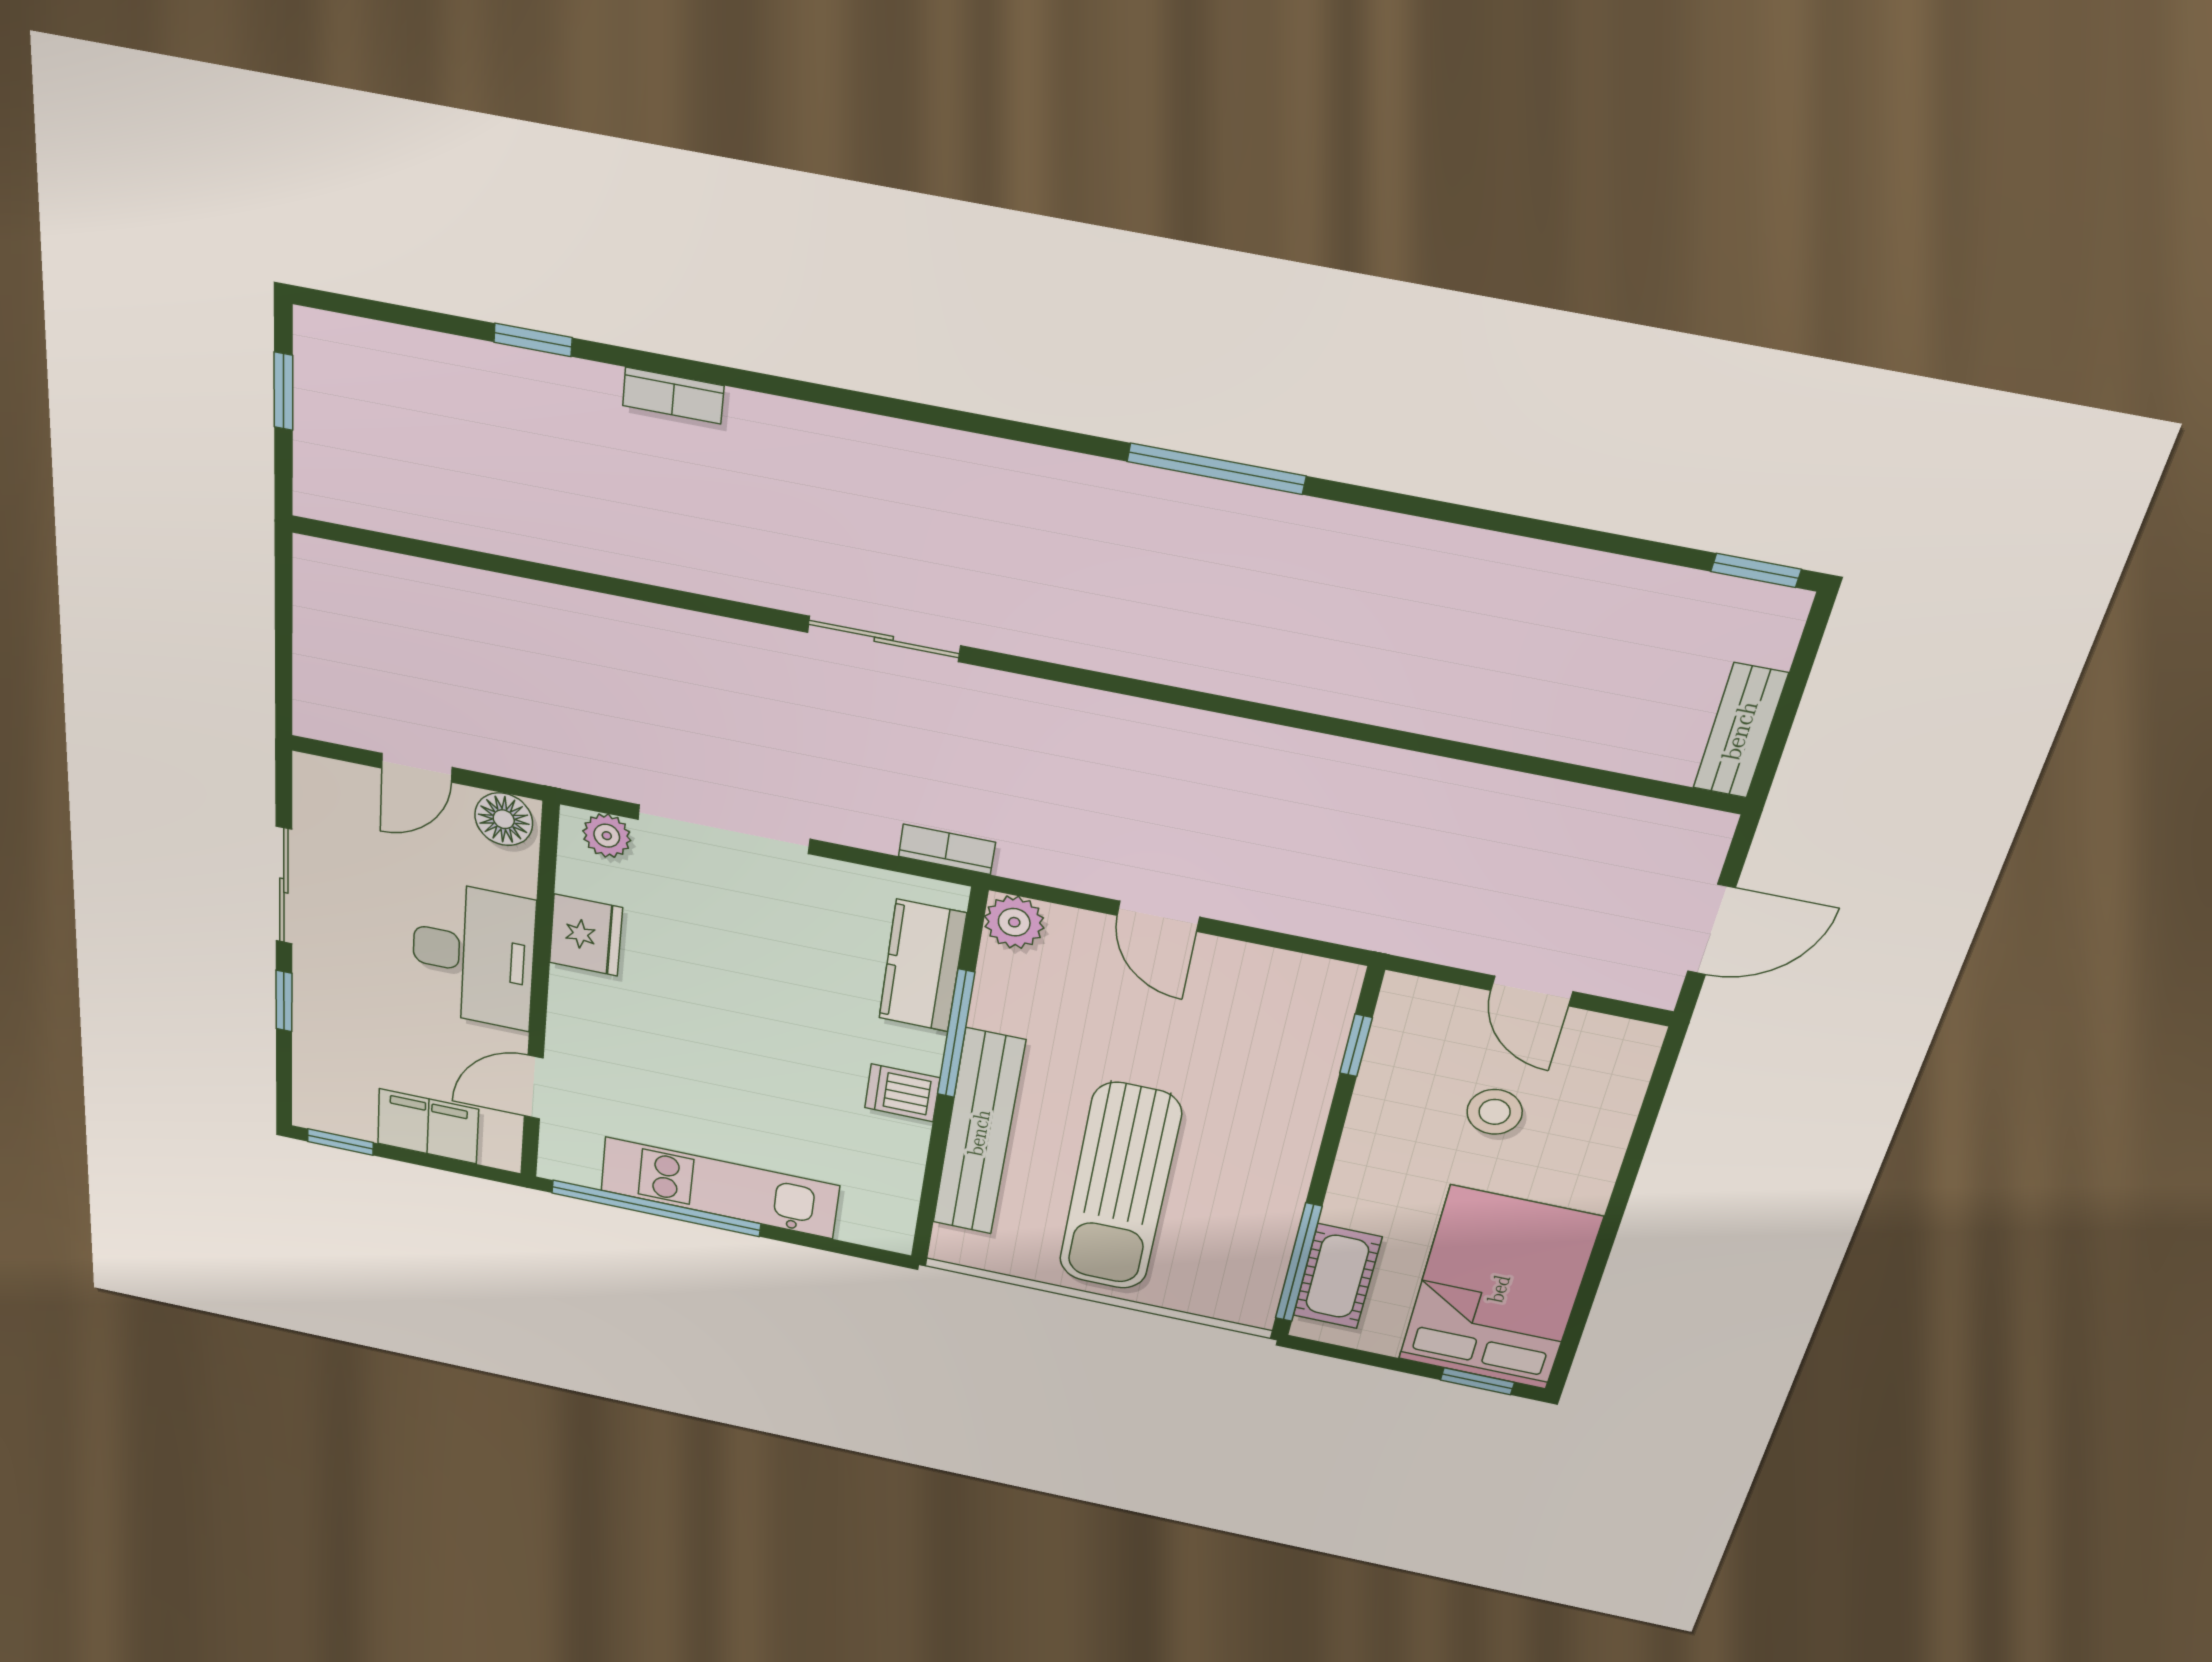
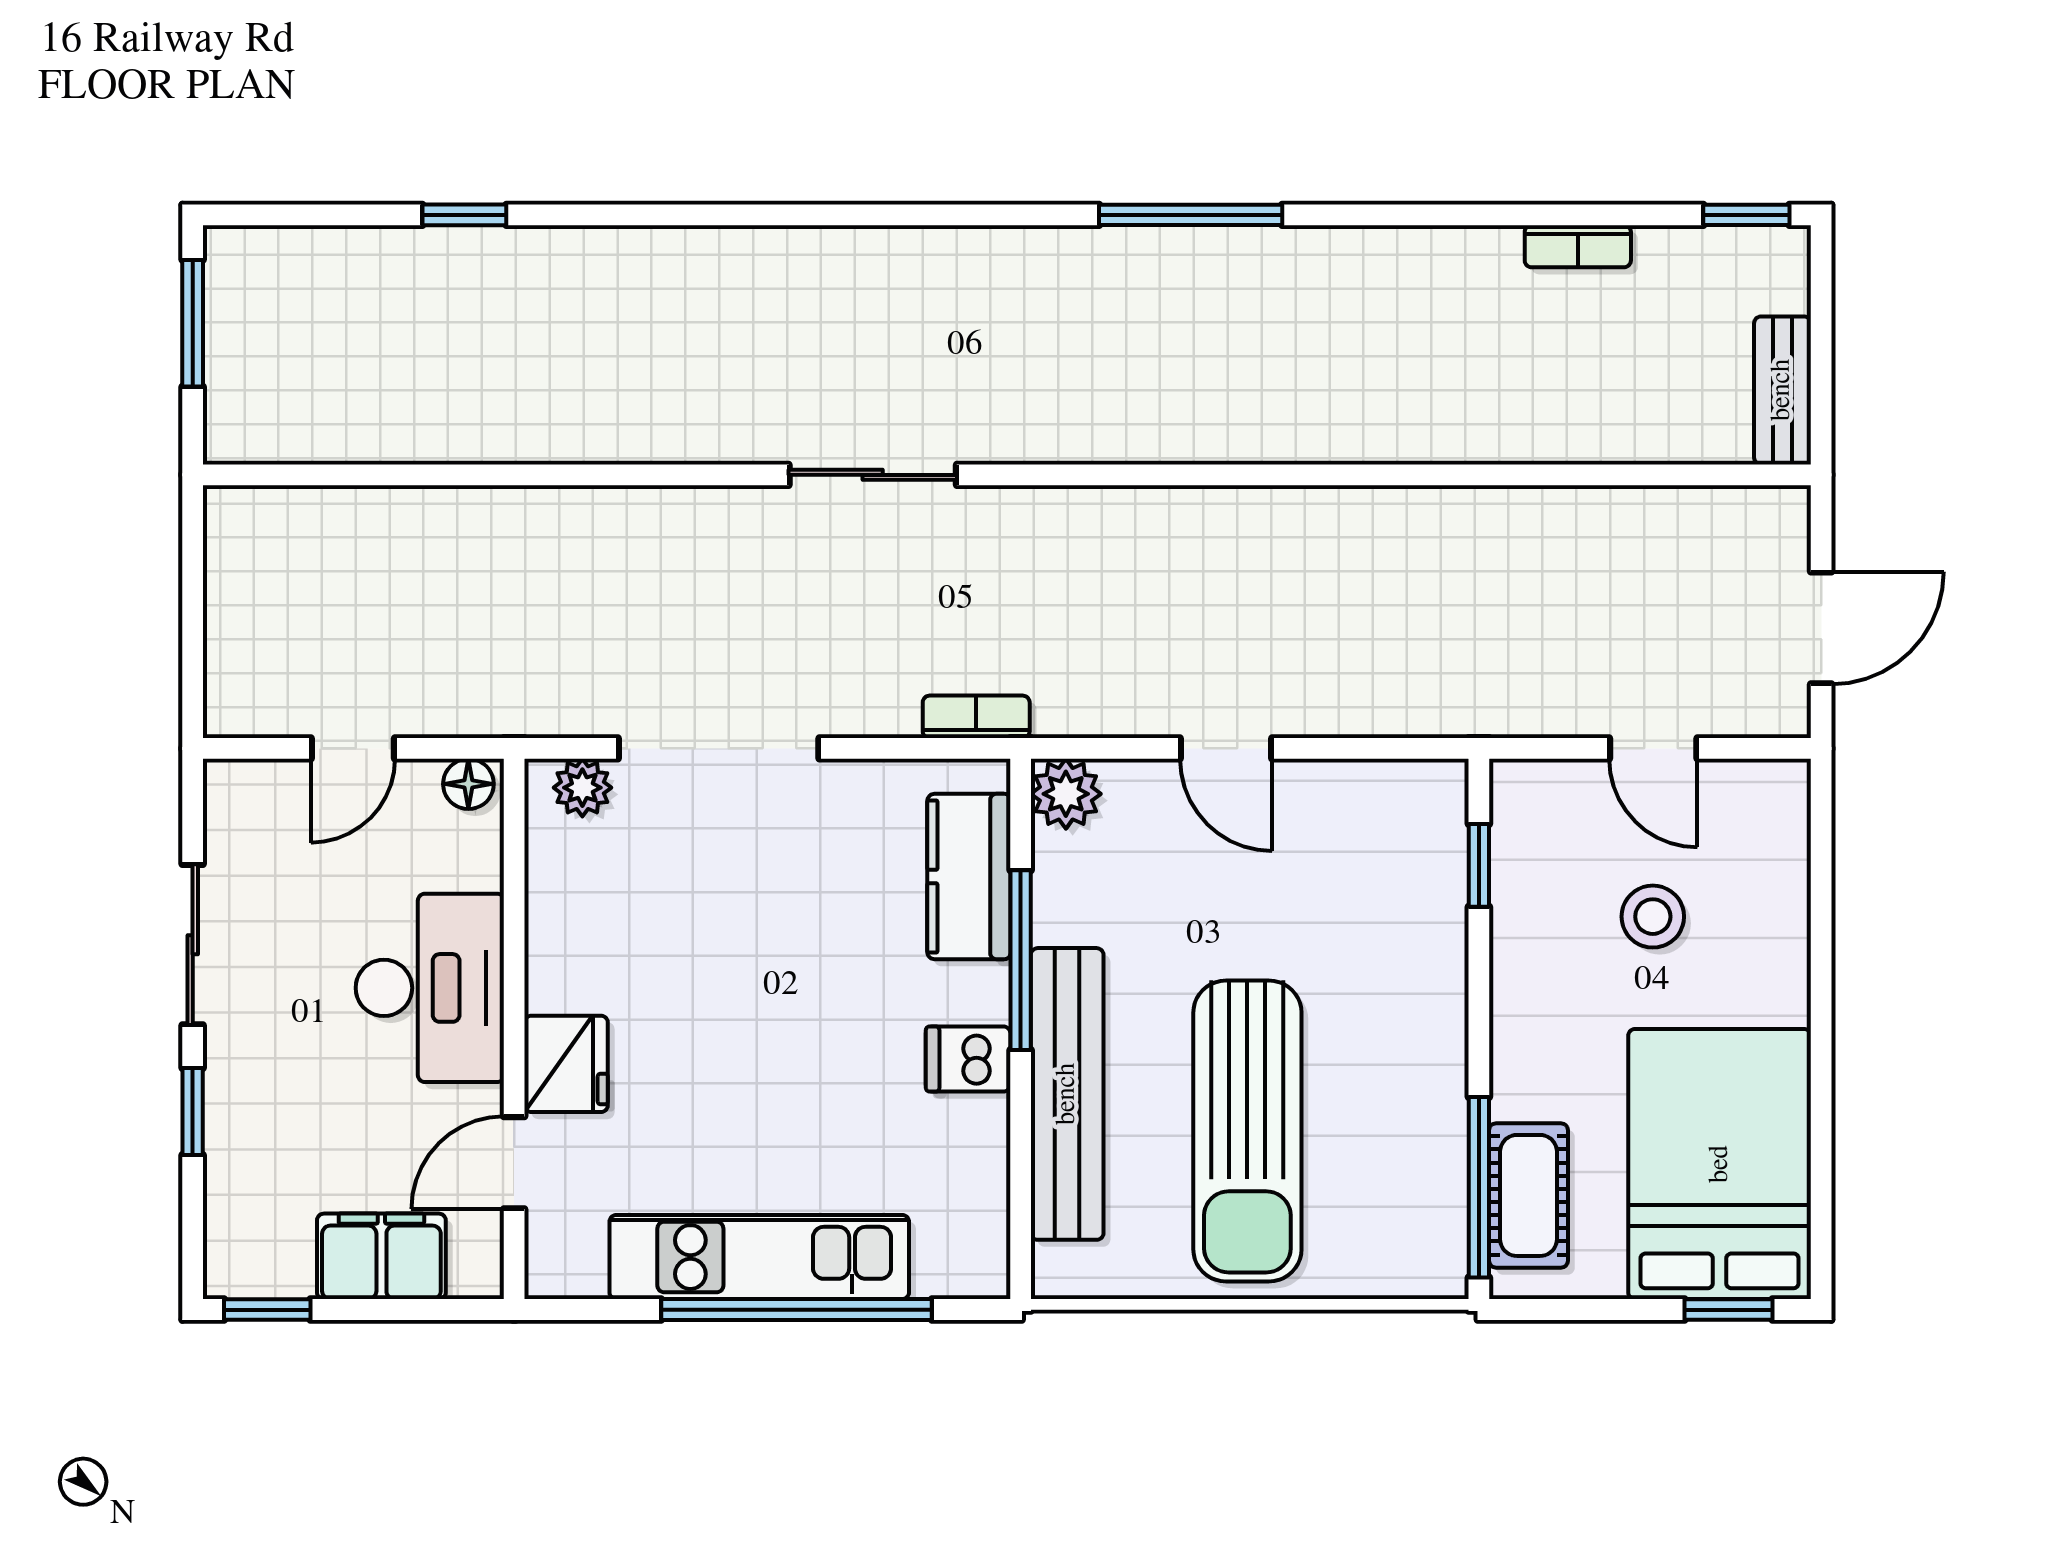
window: (283, 391) -> (193, 323), width x1.50
bookcase: (673, 396) -> (1578, 246), moved
floor lamp: (504, 819) -> (468, 784), width x0.73, depth x0.73
fridge: (586, 935) -> (566, 1064), moved
window: (656, 1208) -> (796, 1310), moved

